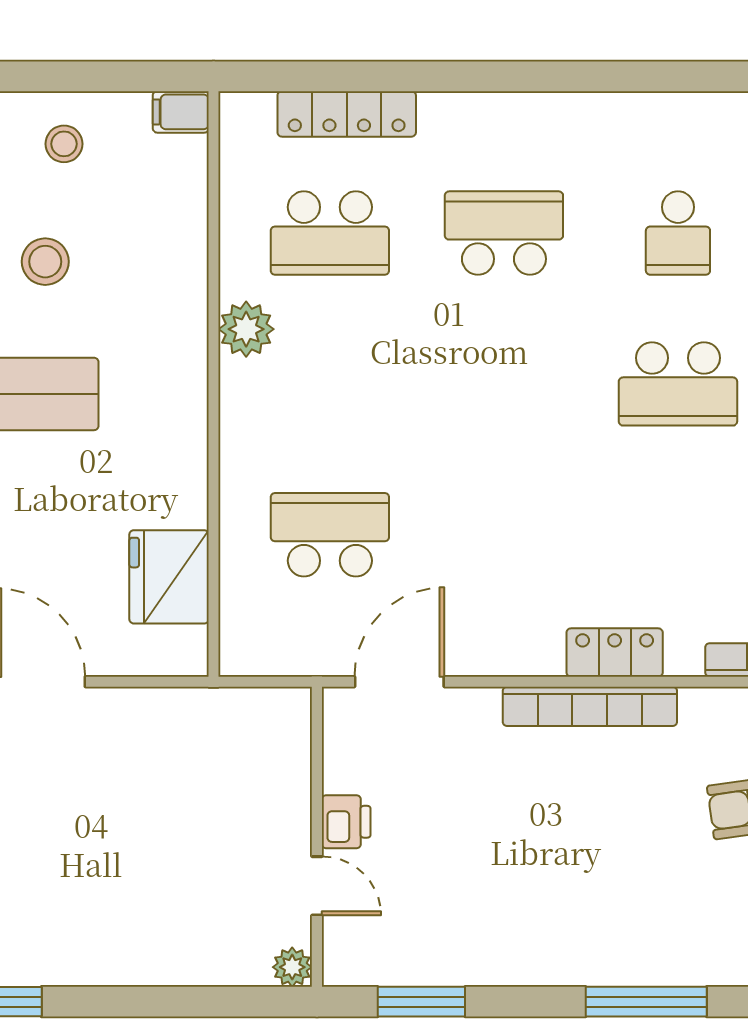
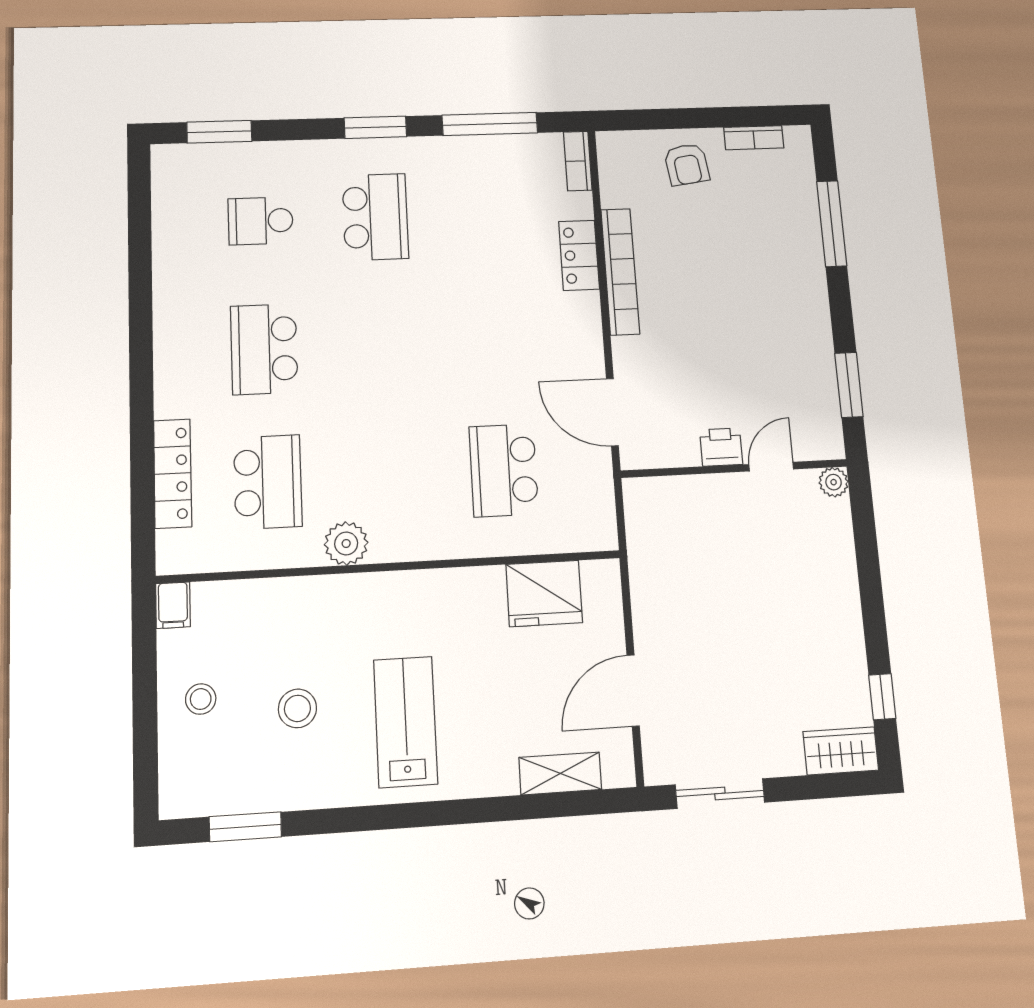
school desk: (678, 233) -> (261, 221), turned 180

